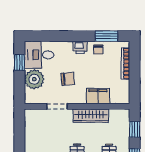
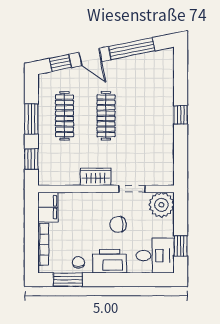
printer: (80, 47) -> (110, 261), width x1.87, depth x1.48
plant: (34, 79) -> (161, 205), moved
filing cabinet: (98, 96) -> (48, 207), moved, turned -90
wardrobe: (91, 116) -> (96, 177), width x0.67

